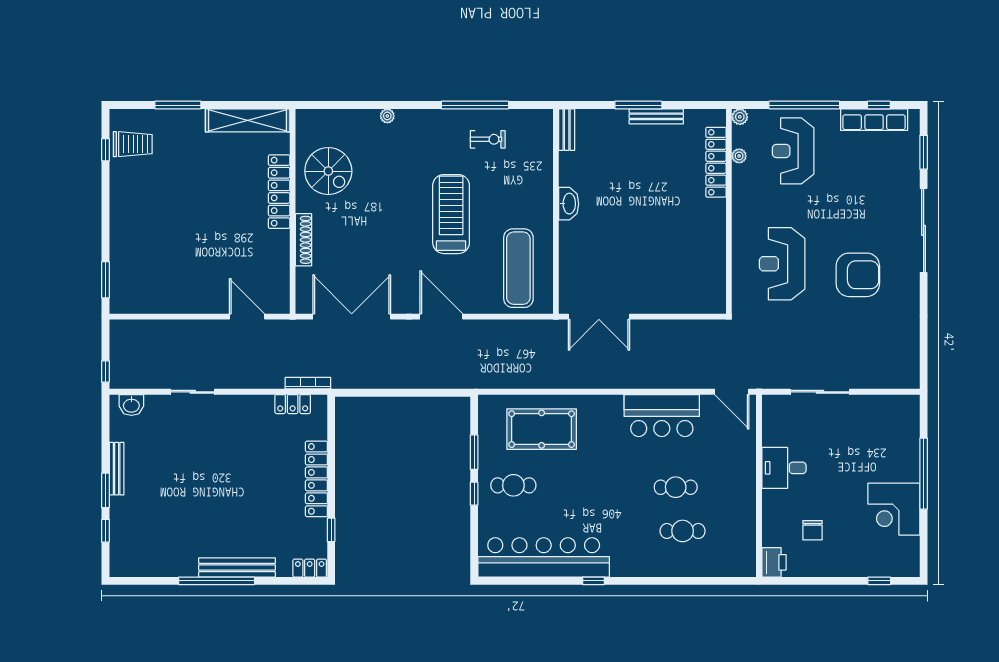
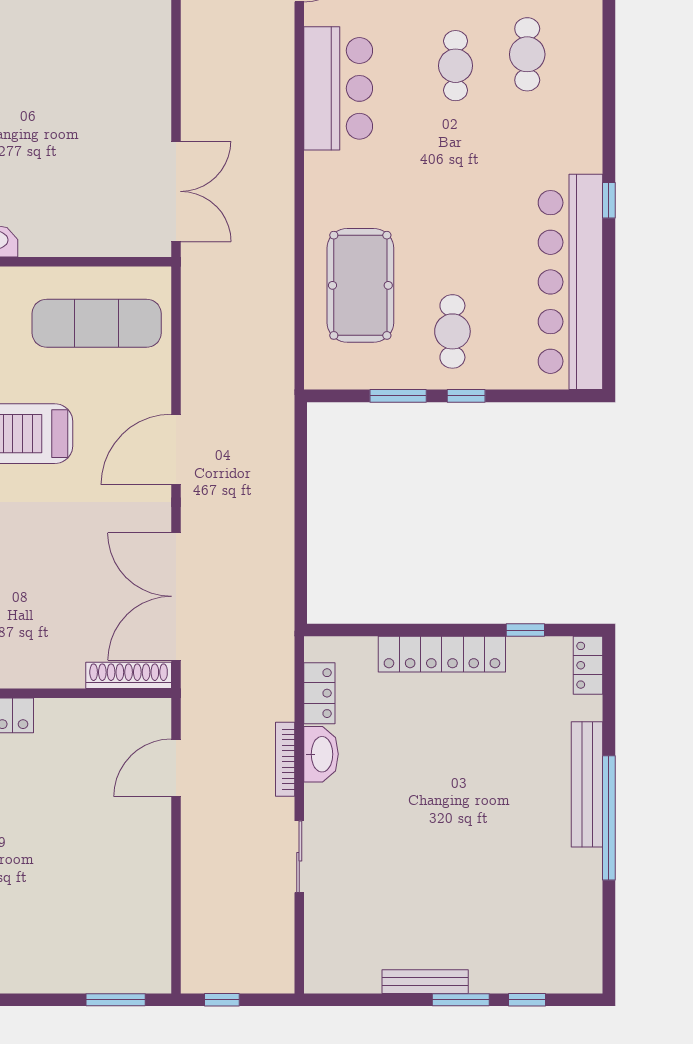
shoe rack: (304, 240) -> (129, 675), moved
window: (105, 371) -> (222, 1000), moved
bookcase: (308, 383) -> (285, 759), moved
washbasin: (131, 405) -> (321, 754), moved, width x1.38

